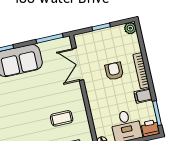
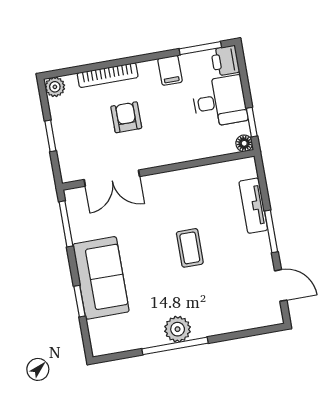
armchair: (114, 71) -> (126, 117), turned 90
bookcase: (141, 71) -> (108, 75), moved
coffee table: (62, 118) -> (190, 248), moved

